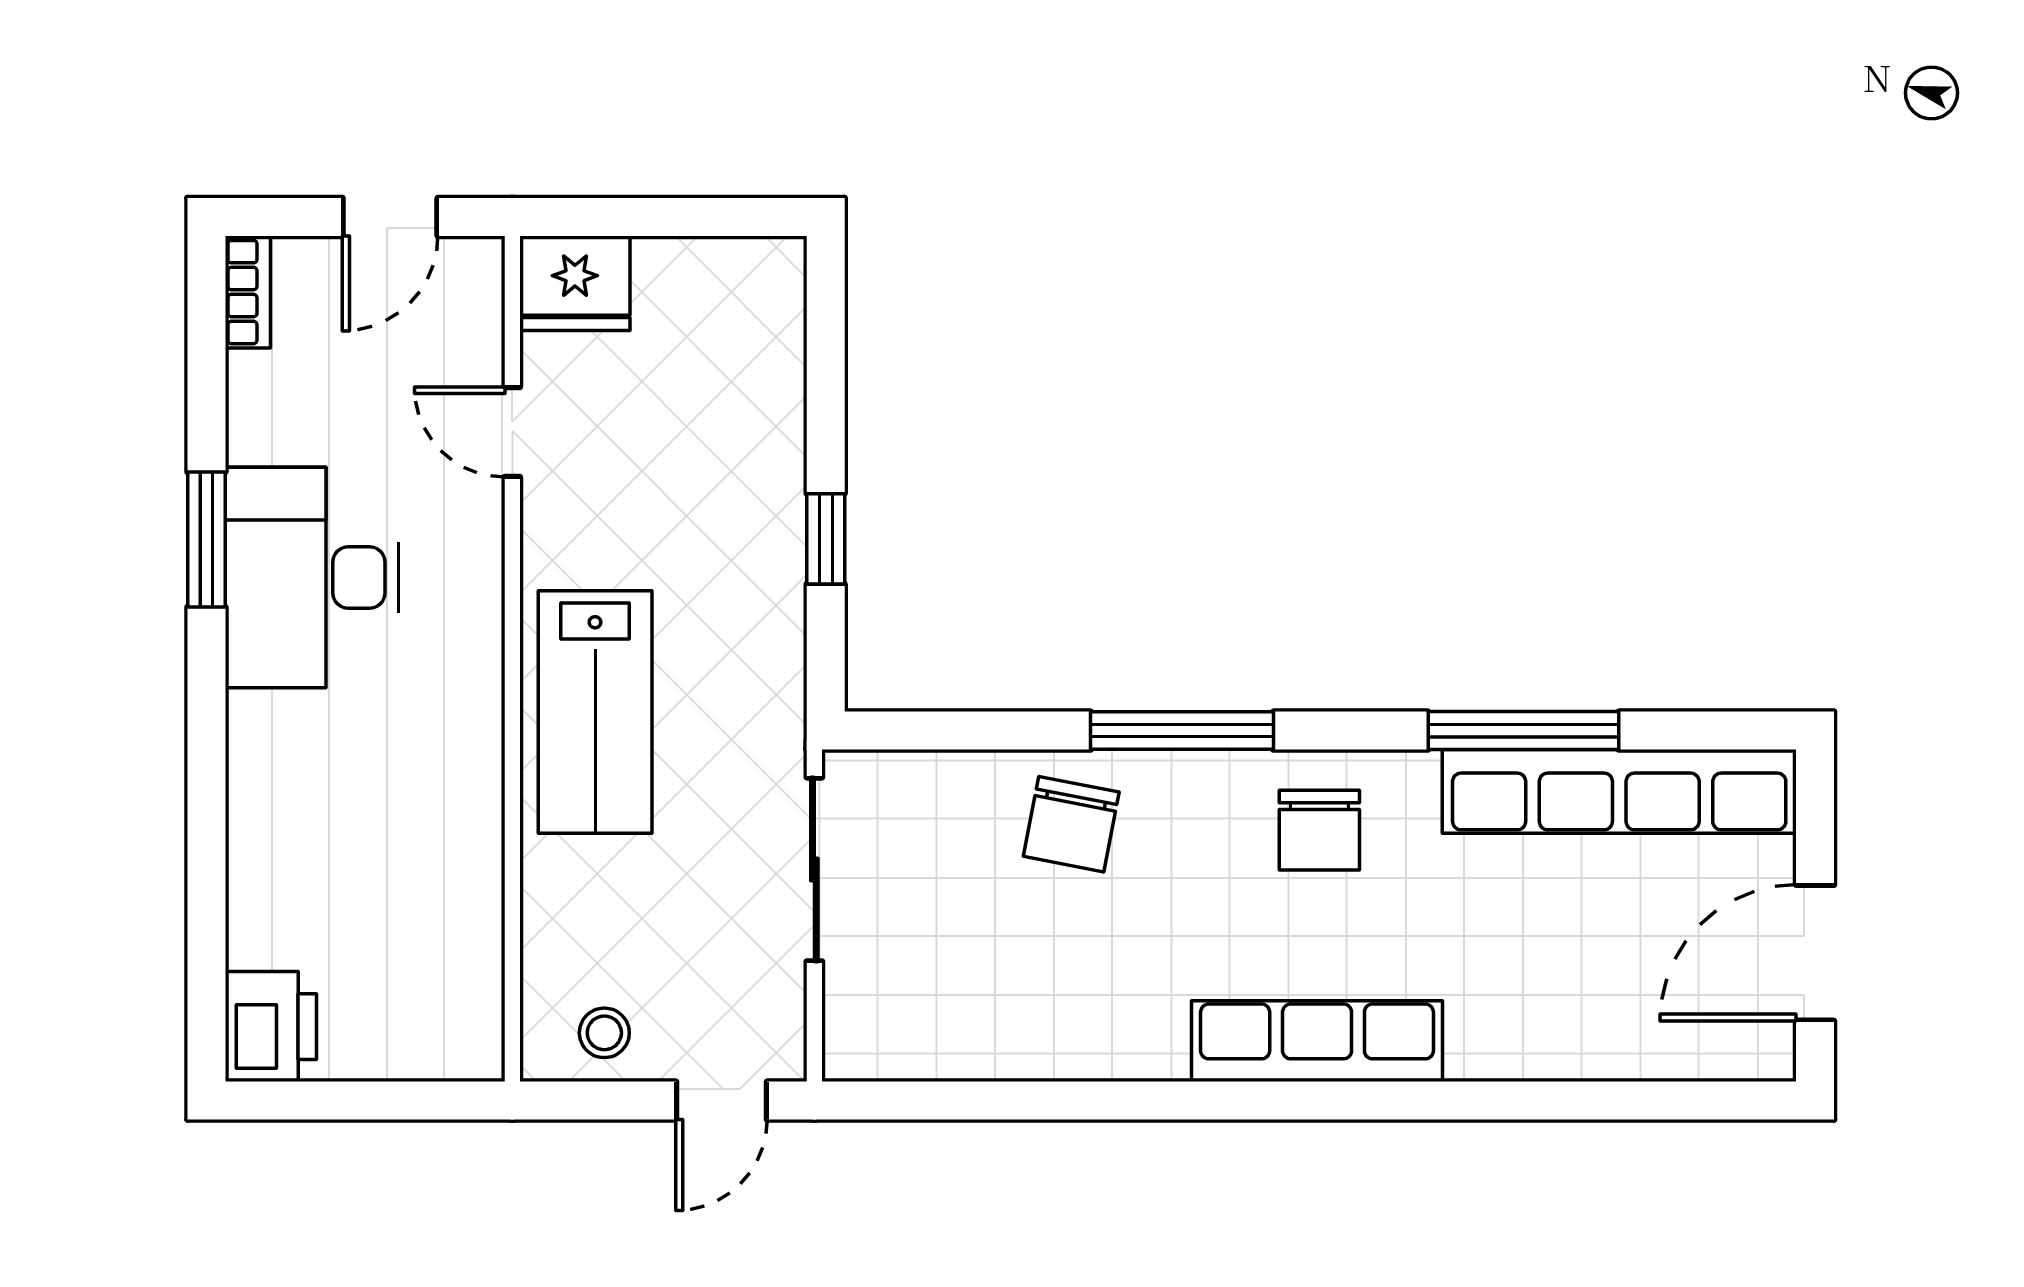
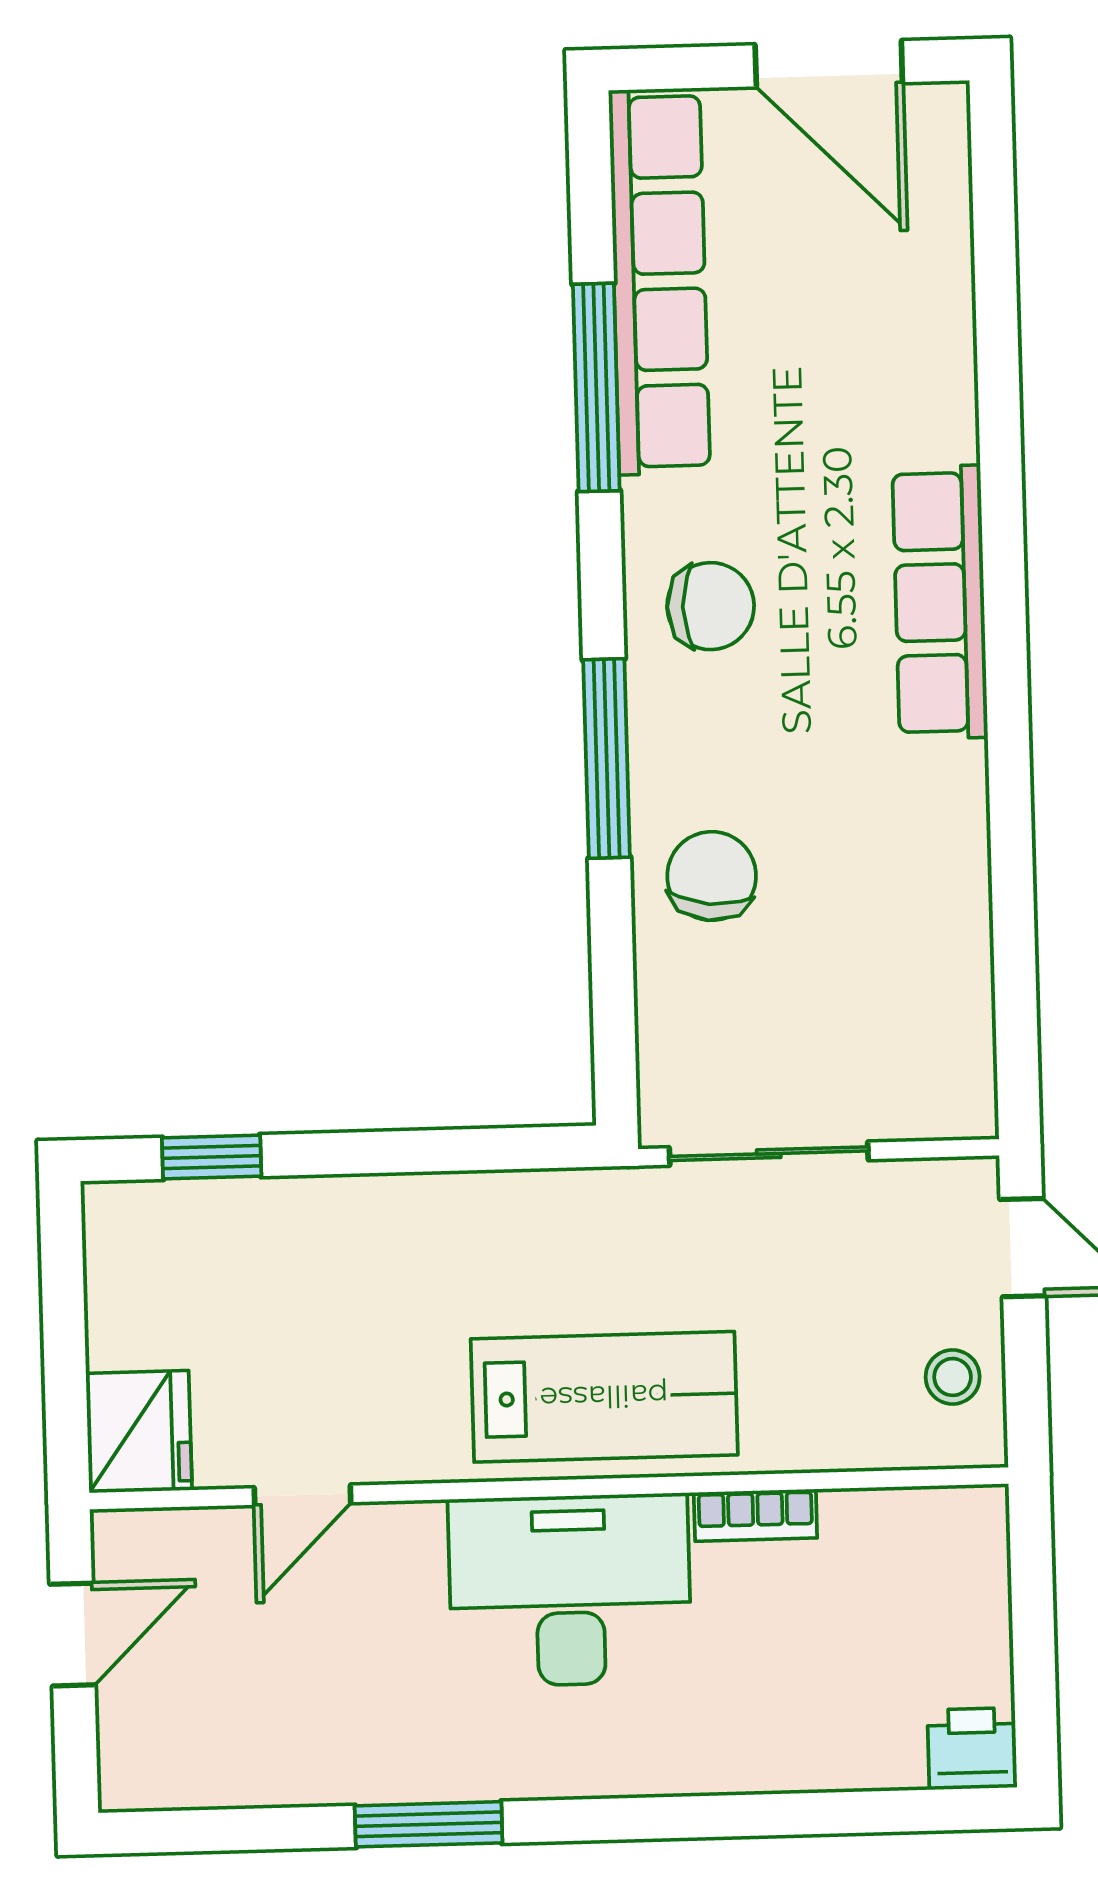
door: (390, 217) -> (73, 1635), hinge flipped
bookcase: (248, 292) -> (755, 1515), moved, turned 180
window: (826, 539) -> (212, 1157), moved
desk: (312, 578) -> (570, 1590), moved, turned 180
chair: (1071, 824) -> (712, 876), turned -95
printer: (271, 1027) -> (972, 1749), width x0.73, depth x0.81

